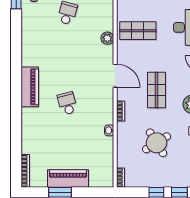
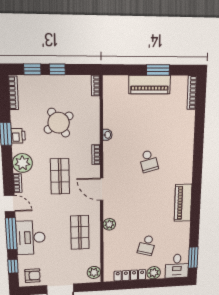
shop shelf: (138, 31) -> (80, 232), turned 90
piano: (30, 87) -> (183, 203), moved

